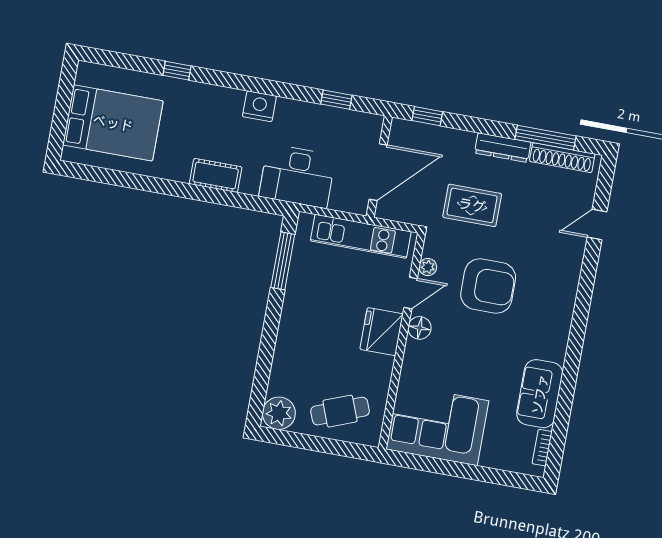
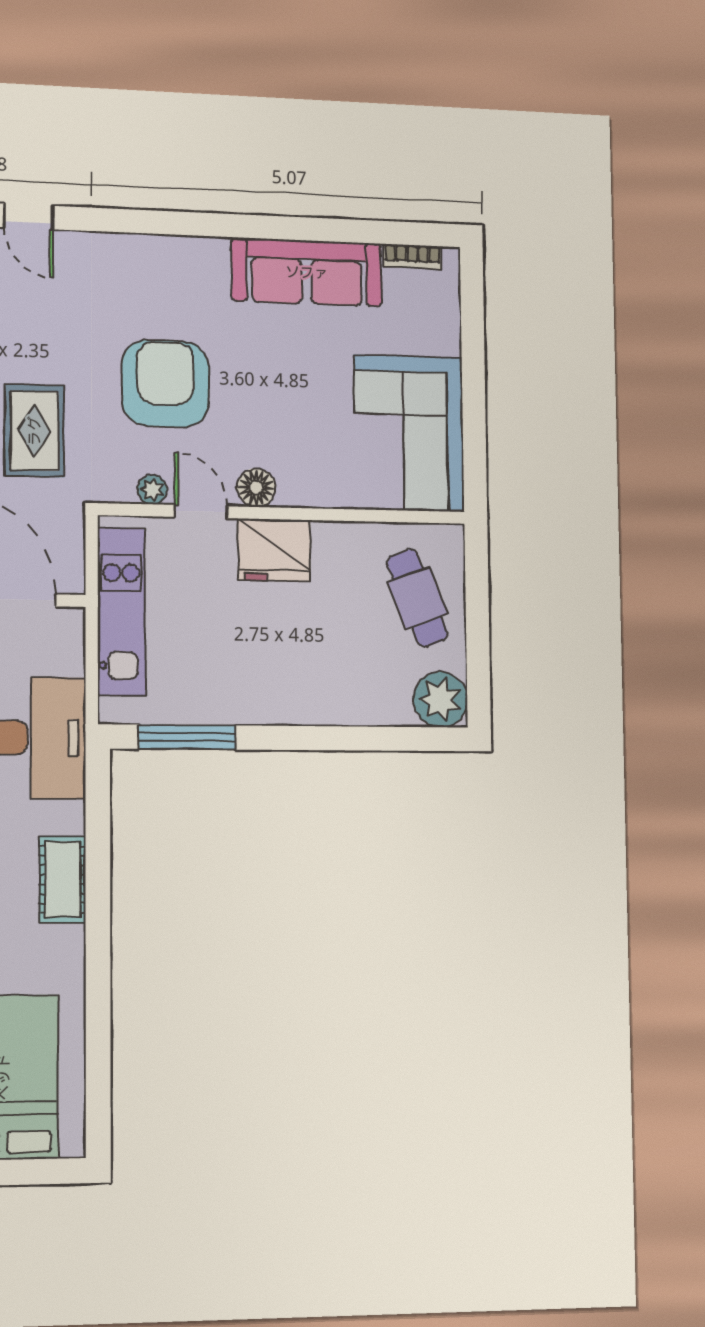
sofa: (540, 394) -> (307, 272), width x1.36

